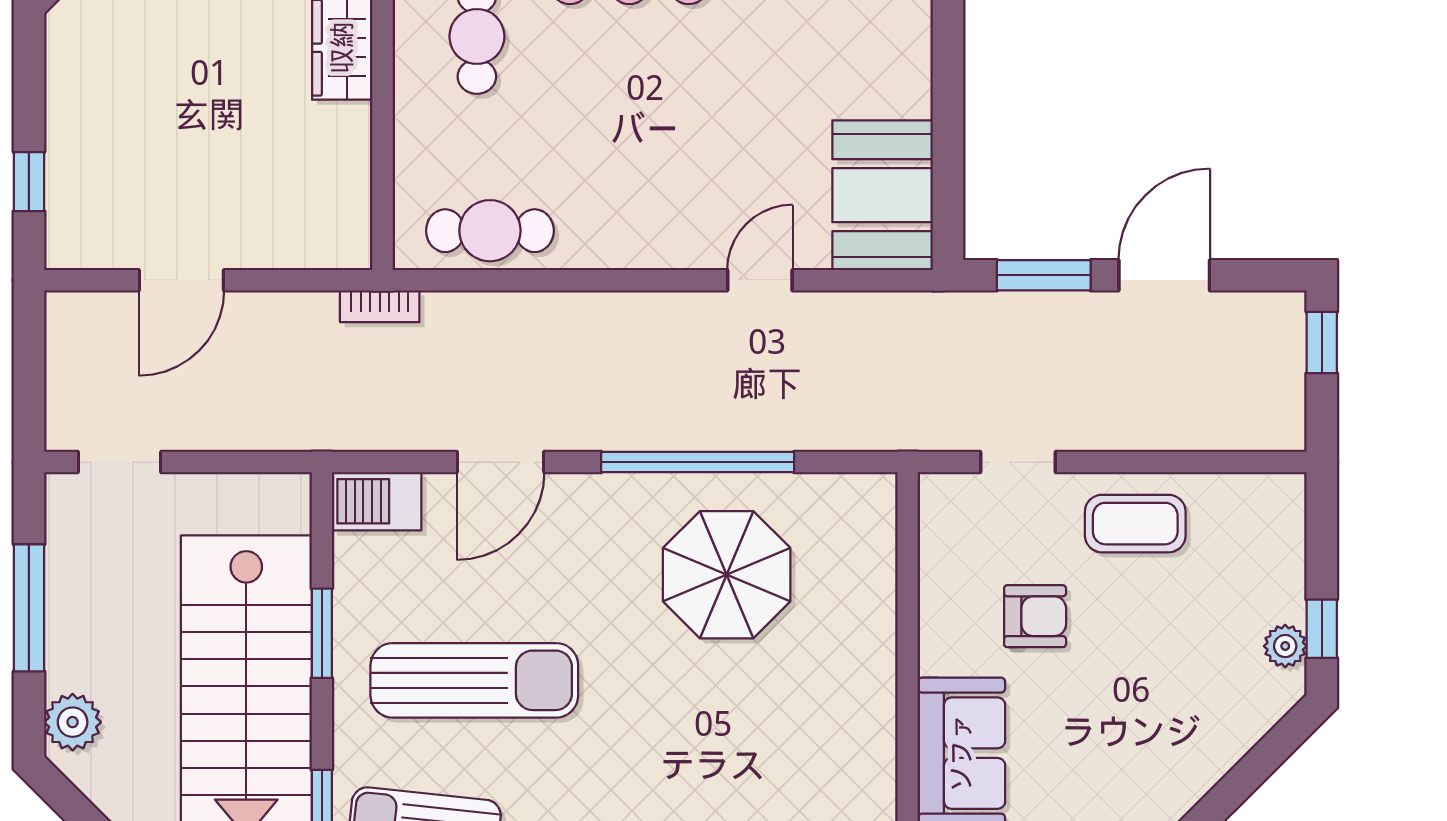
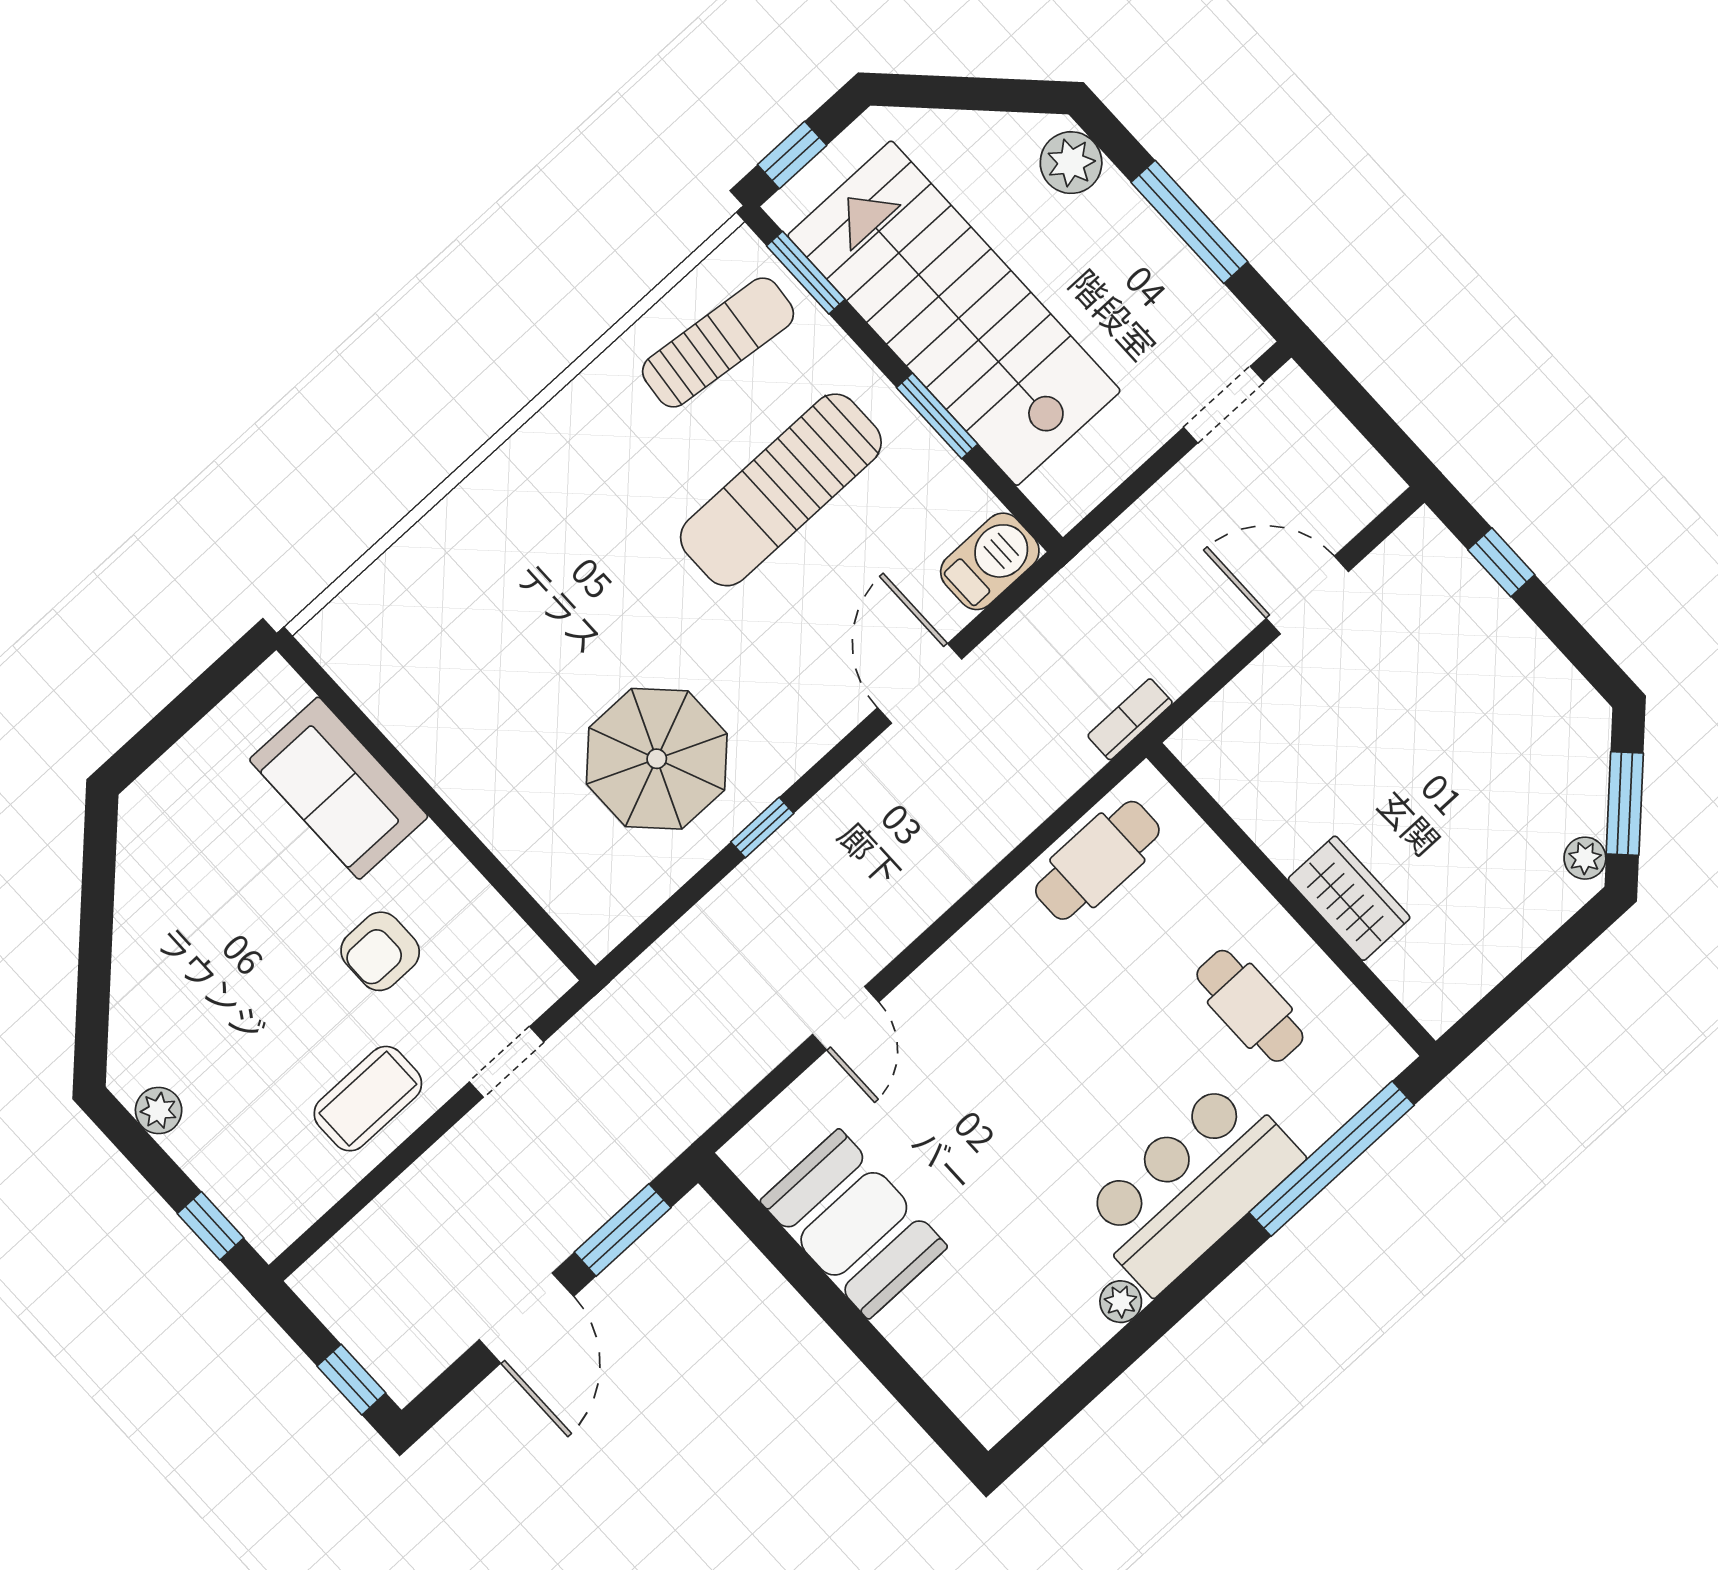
booth: (883, 195) -> (854, 1224), moved
door: (181, 280) -> (1307, 595), hinge flipped
window: (698, 462) -> (762, 828), width x0.32
window: (1322, 629) -> (211, 1226), moved

